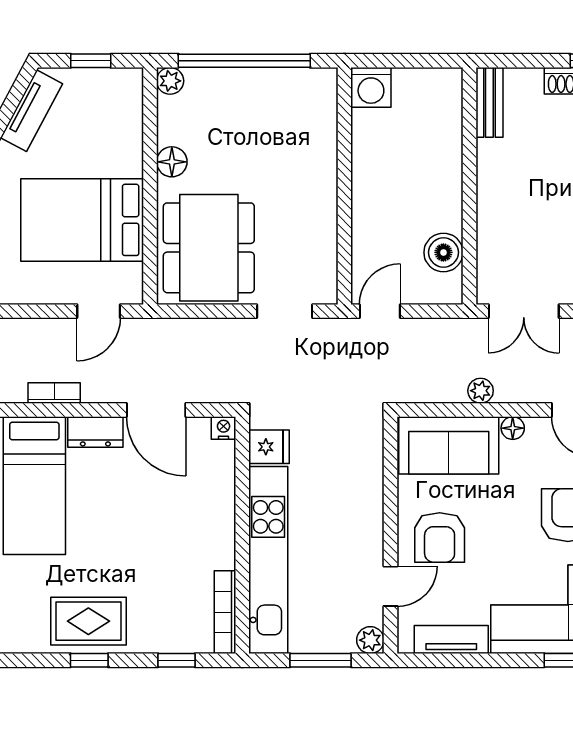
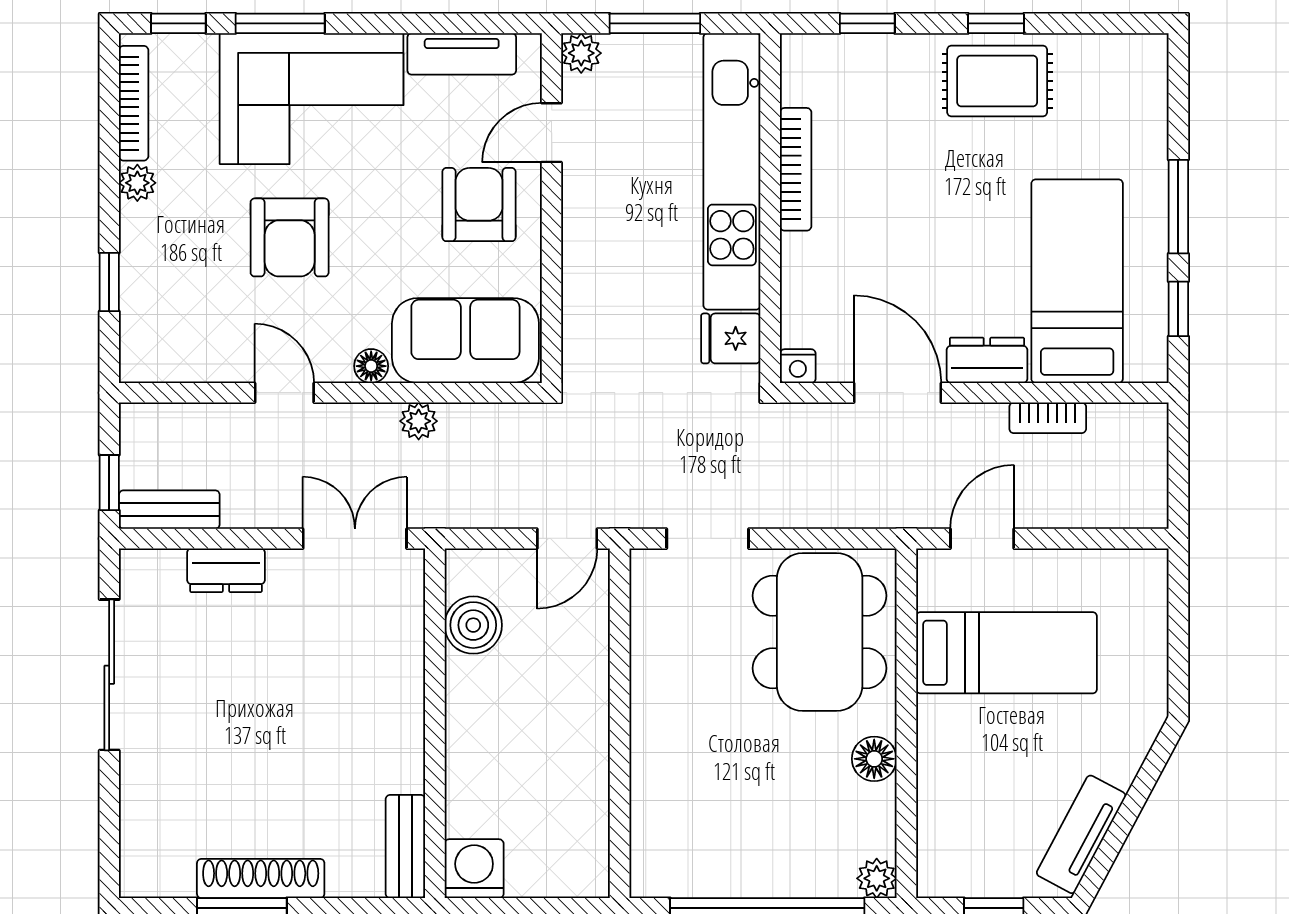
washing machine: (371, 87) -> (474, 869), moved
bed: (82, 220) -> (1006, 653), width x0.67
bookcase: (225, 612) -> (796, 169), moved

